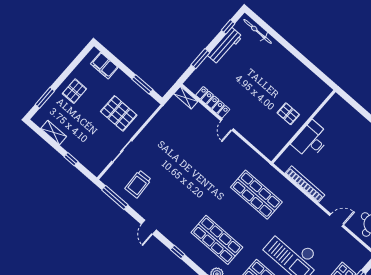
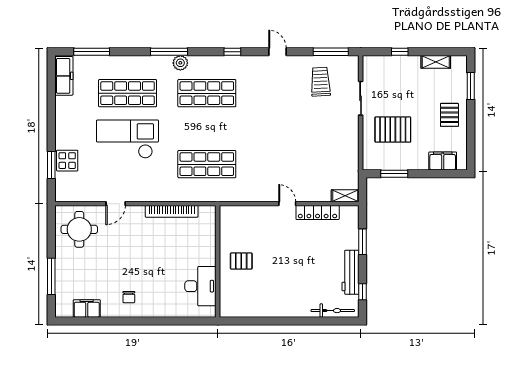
desk: (311, 140) -> (200, 286), moved

